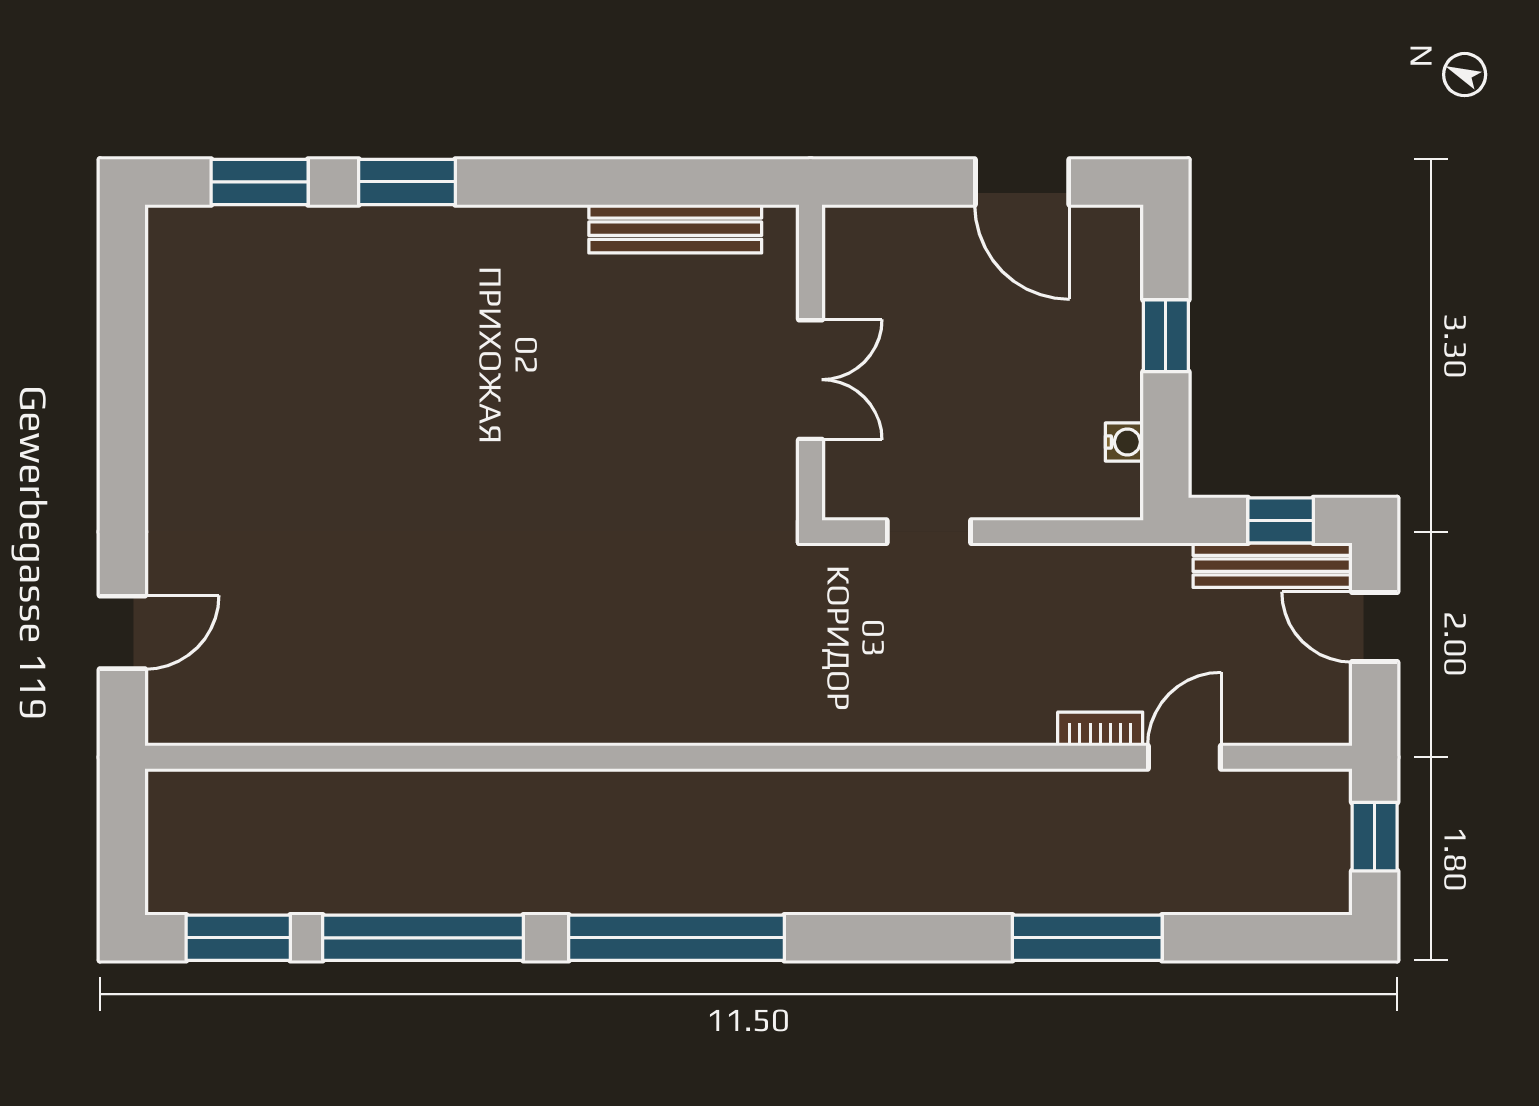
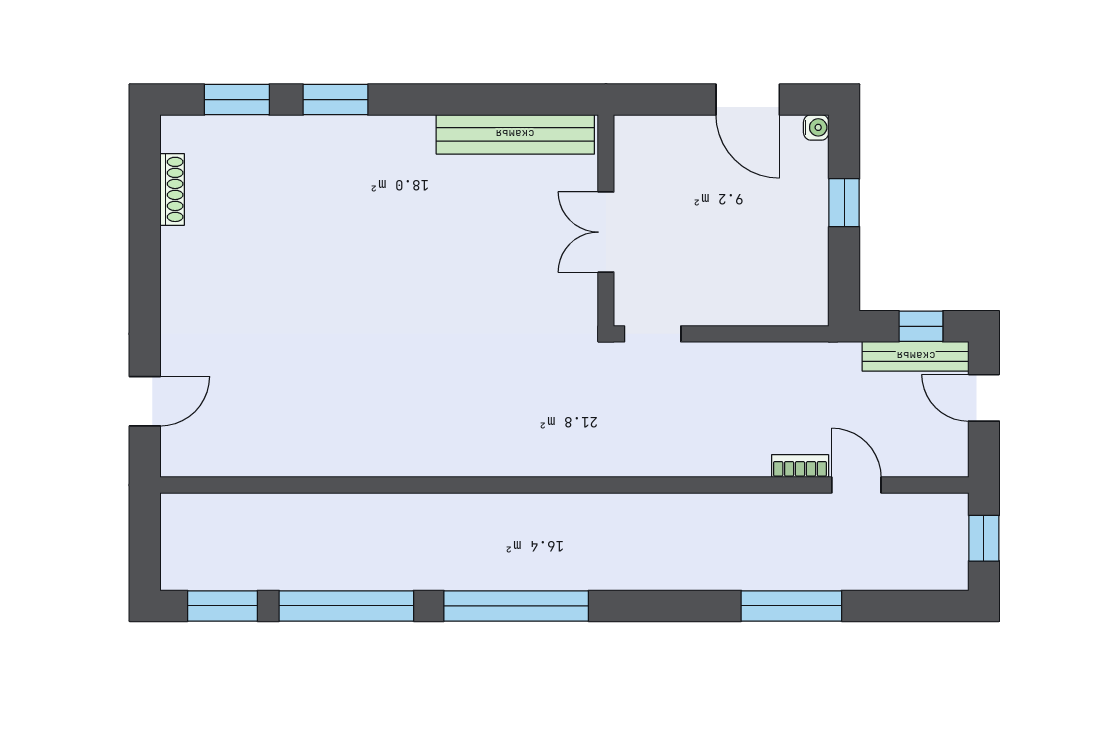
bench: (675, 229) -> (515, 134), width x1.37, depth x1.21
shoe rack: (163, 316) -> (172, 189), added
double door: (811, 380) -> (606, 232), swing flipped
water cooler: (1124, 442) -> (816, 127), moved
doorway: (929, 532) -> (653, 334), moved
door: (1184, 757) -> (856, 485), hinge flipped

